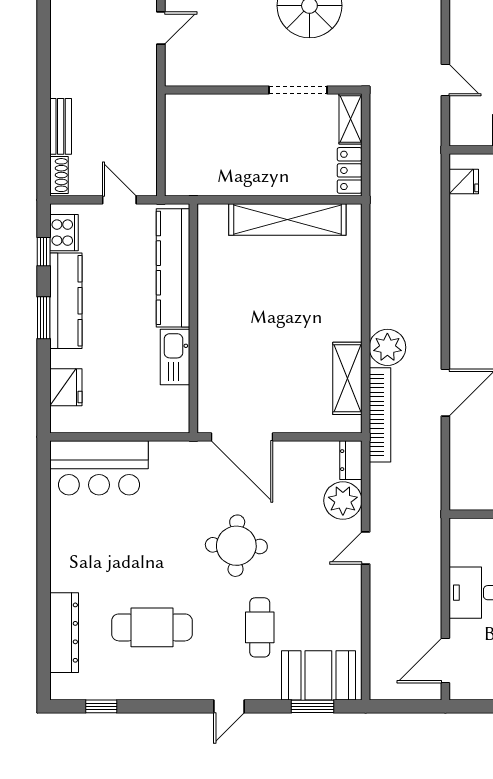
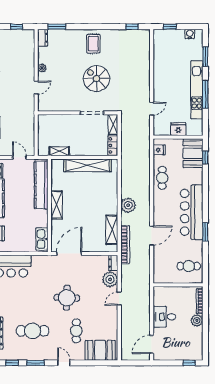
door: (445, 80) -> (152, 109), hinge flipped
shelving: (218, 185) -> (59, 151), added
cafe table: (471, 250) -> (162, 178), added
shelving: (211, 317) -> (57, 205), added
plant: (387, 347) -> (128, 205), moved
kitchen sink: (175, 357) -> (42, 239), moved
door: (242, 437) -> (69, 254), swing flipped
door: (229, 706) -> (64, 363), swing flipped
window: (312, 706) -> (36, 363), moved

